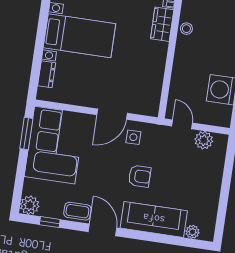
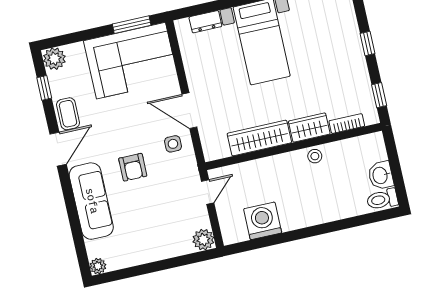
wardrobe: (155, 67) -> (259, 138), added
plant: (204, 140) -> (203, 240), moved
plant: (192, 232) -> (98, 266), moved

